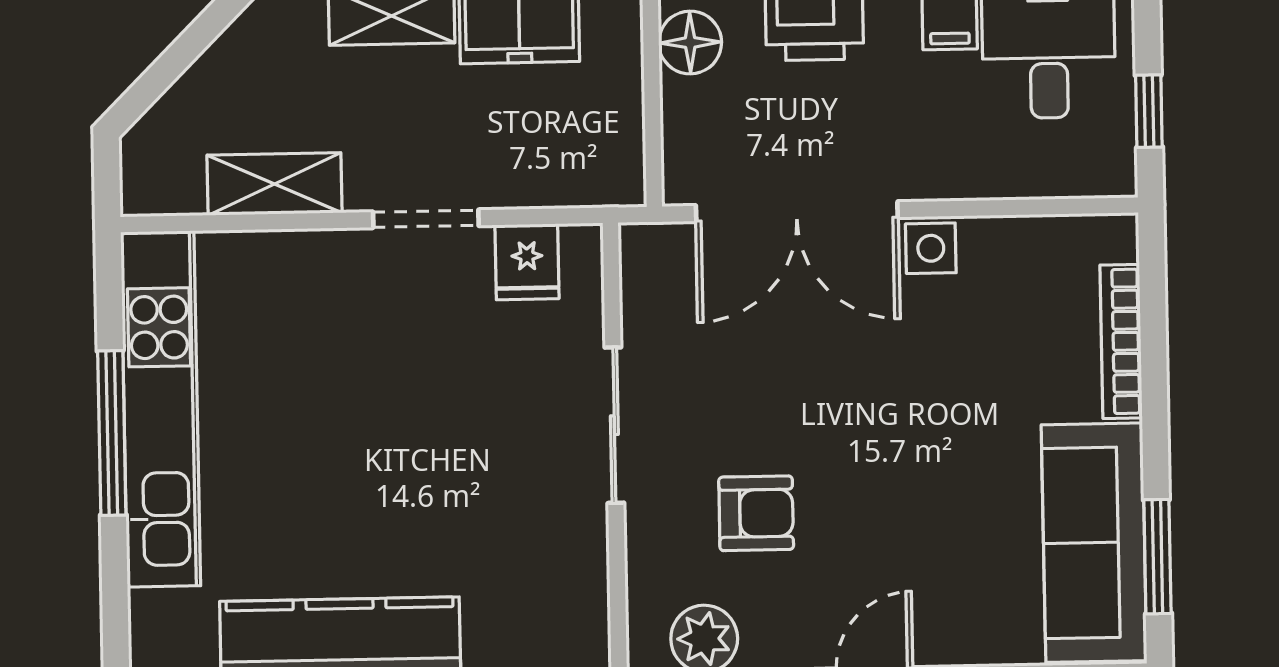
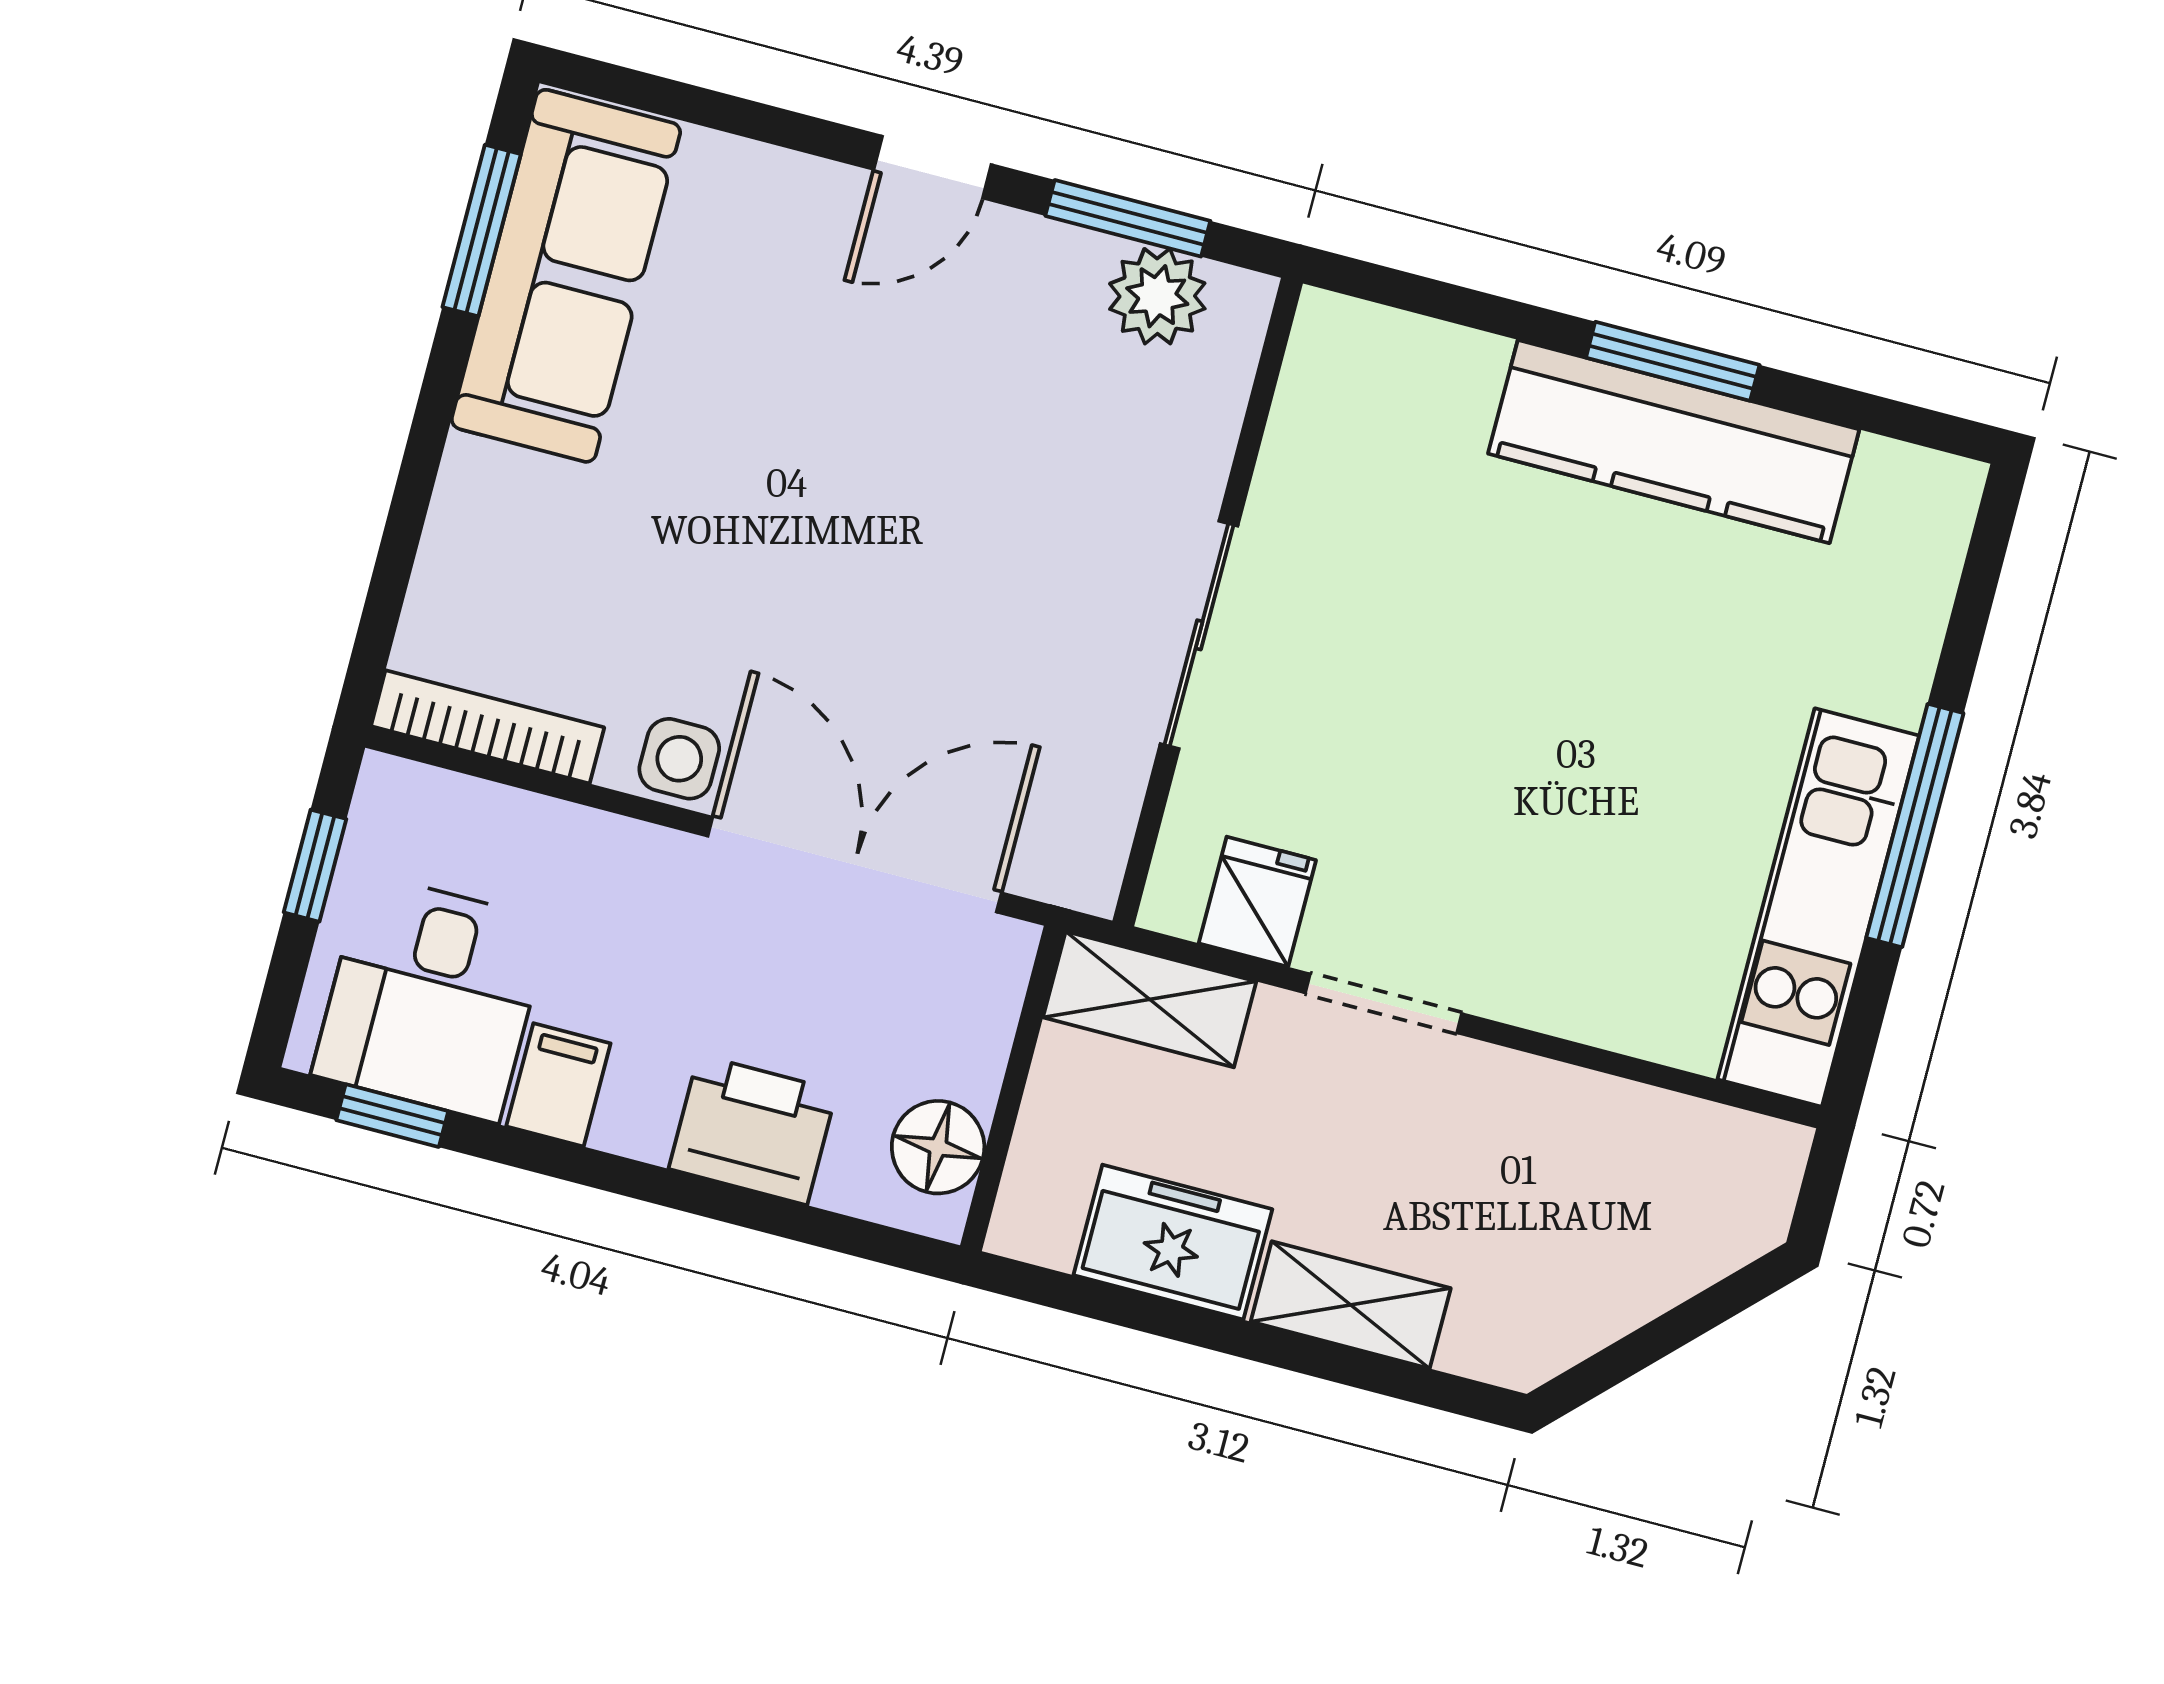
shelving: (274, 184) -> (1150, 999), moved
bookcase: (1121, 341) -> (488, 727), moved, turned -90
kitchen unit: (161, 409) -> (1818, 907), width x0.73
armchair: (756, 513) -> (1033, 453), removed

